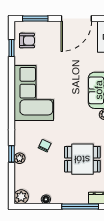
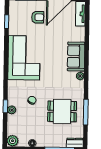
armchair: (27, 41) -> (38, 17), moved

